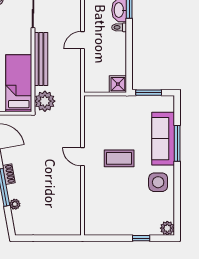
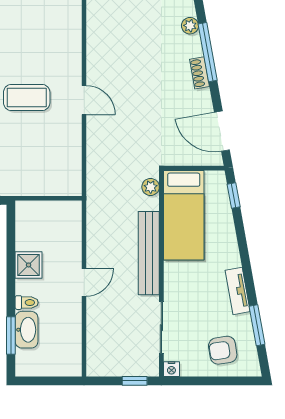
shower: (118, 84) -> (29, 265), moved
plant: (45, 101) -> (151, 187), width x0.53, depth x0.53

